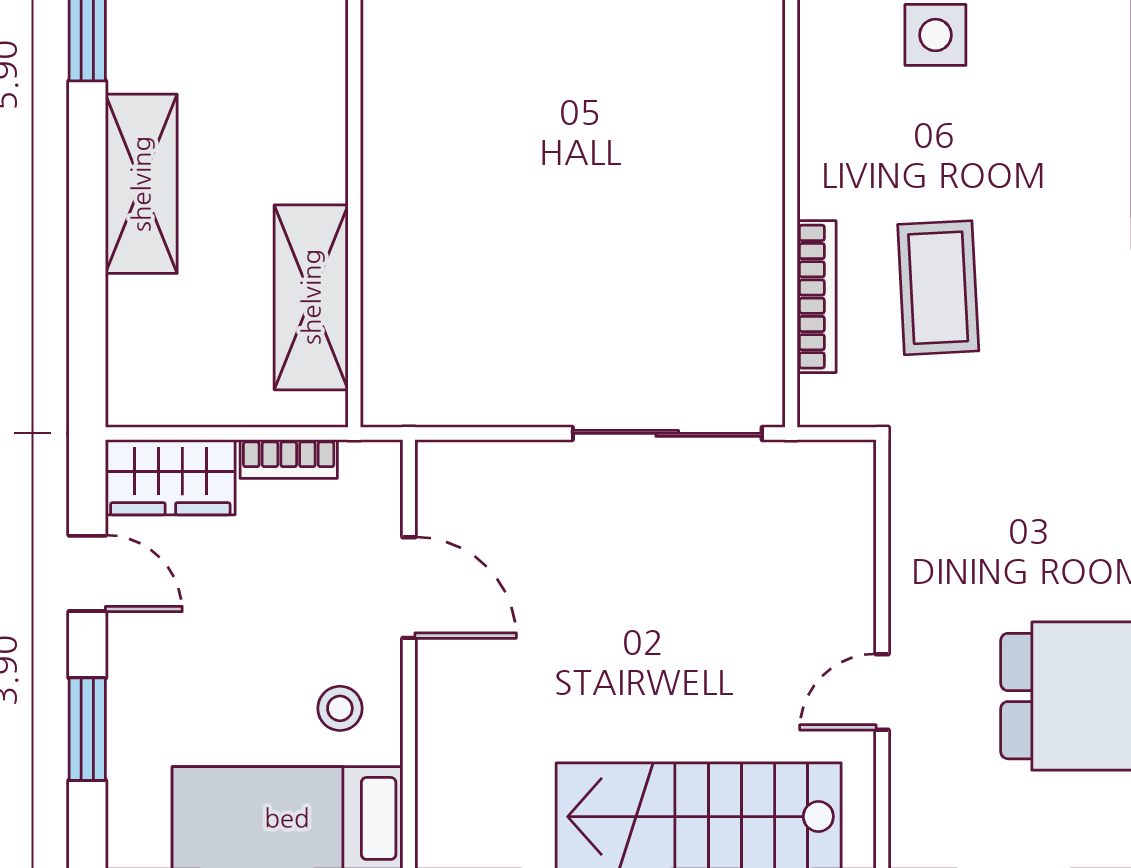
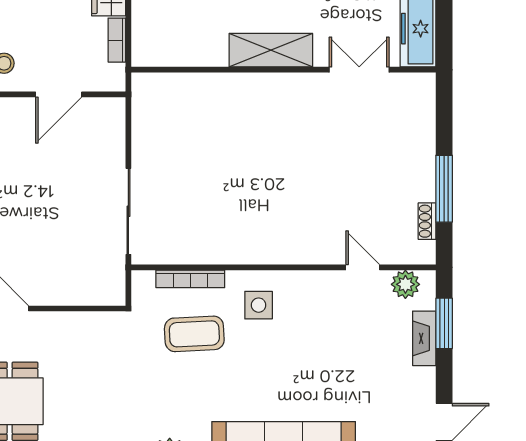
side table: (935, 35) -> (259, 305), moved
shelving: (311, 297) -> (271, 50), moved

